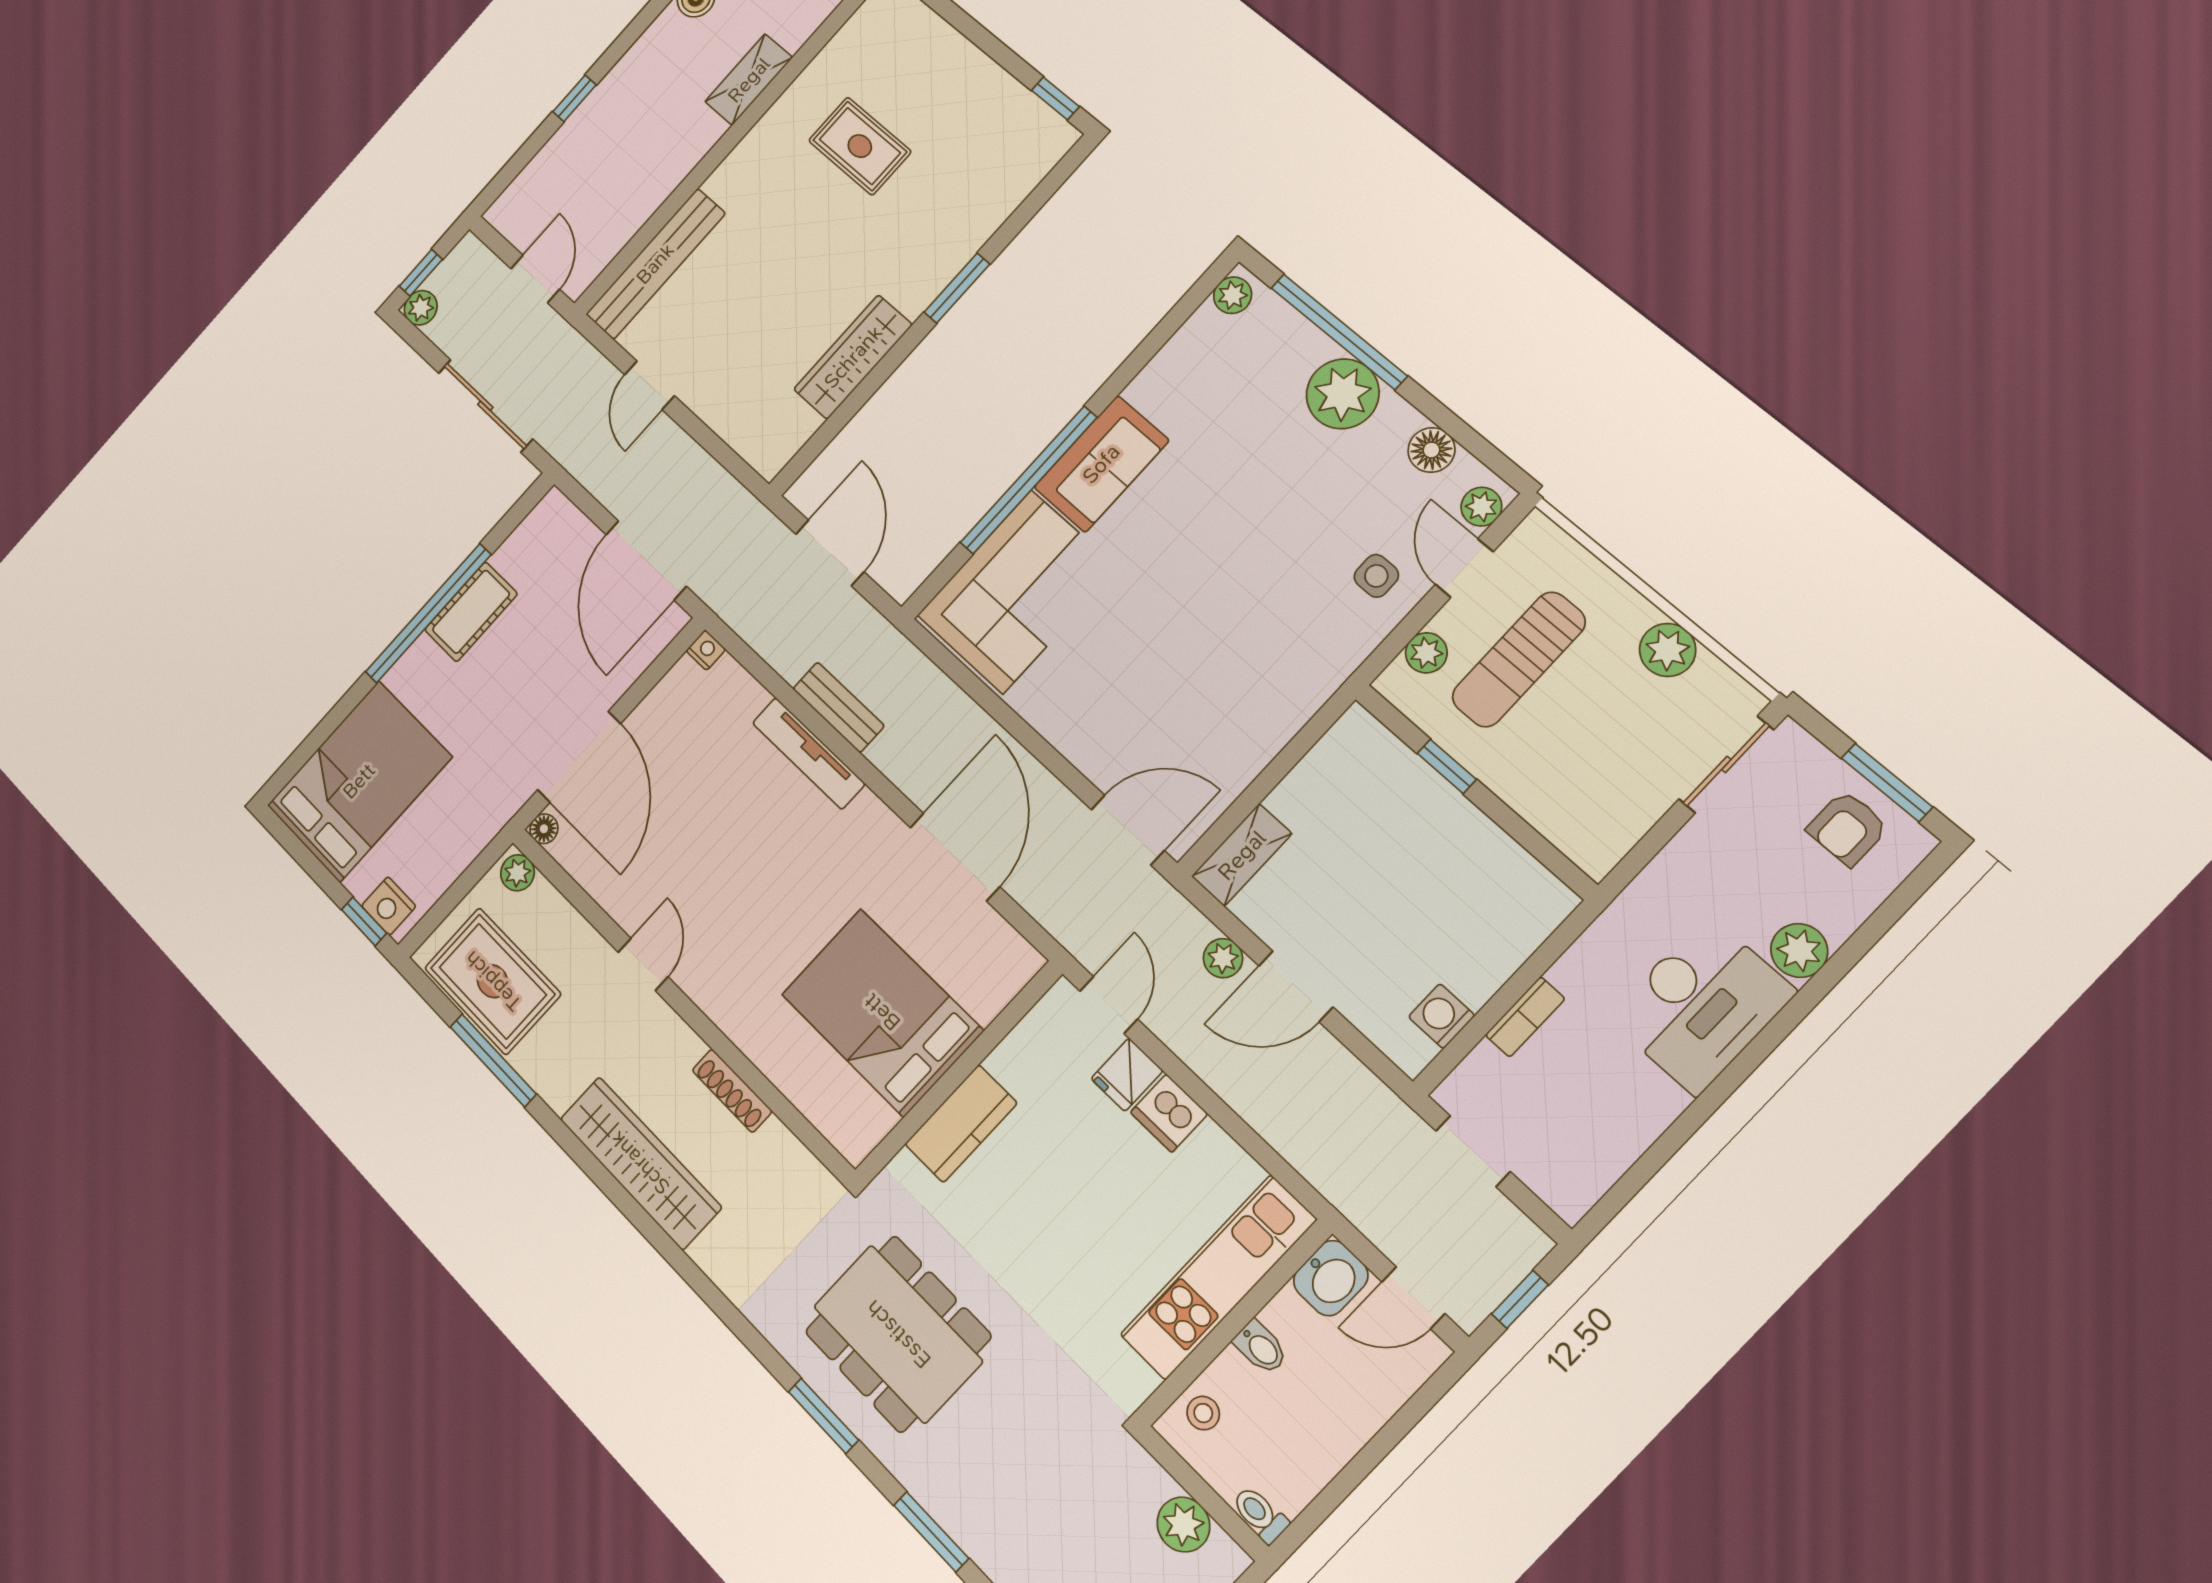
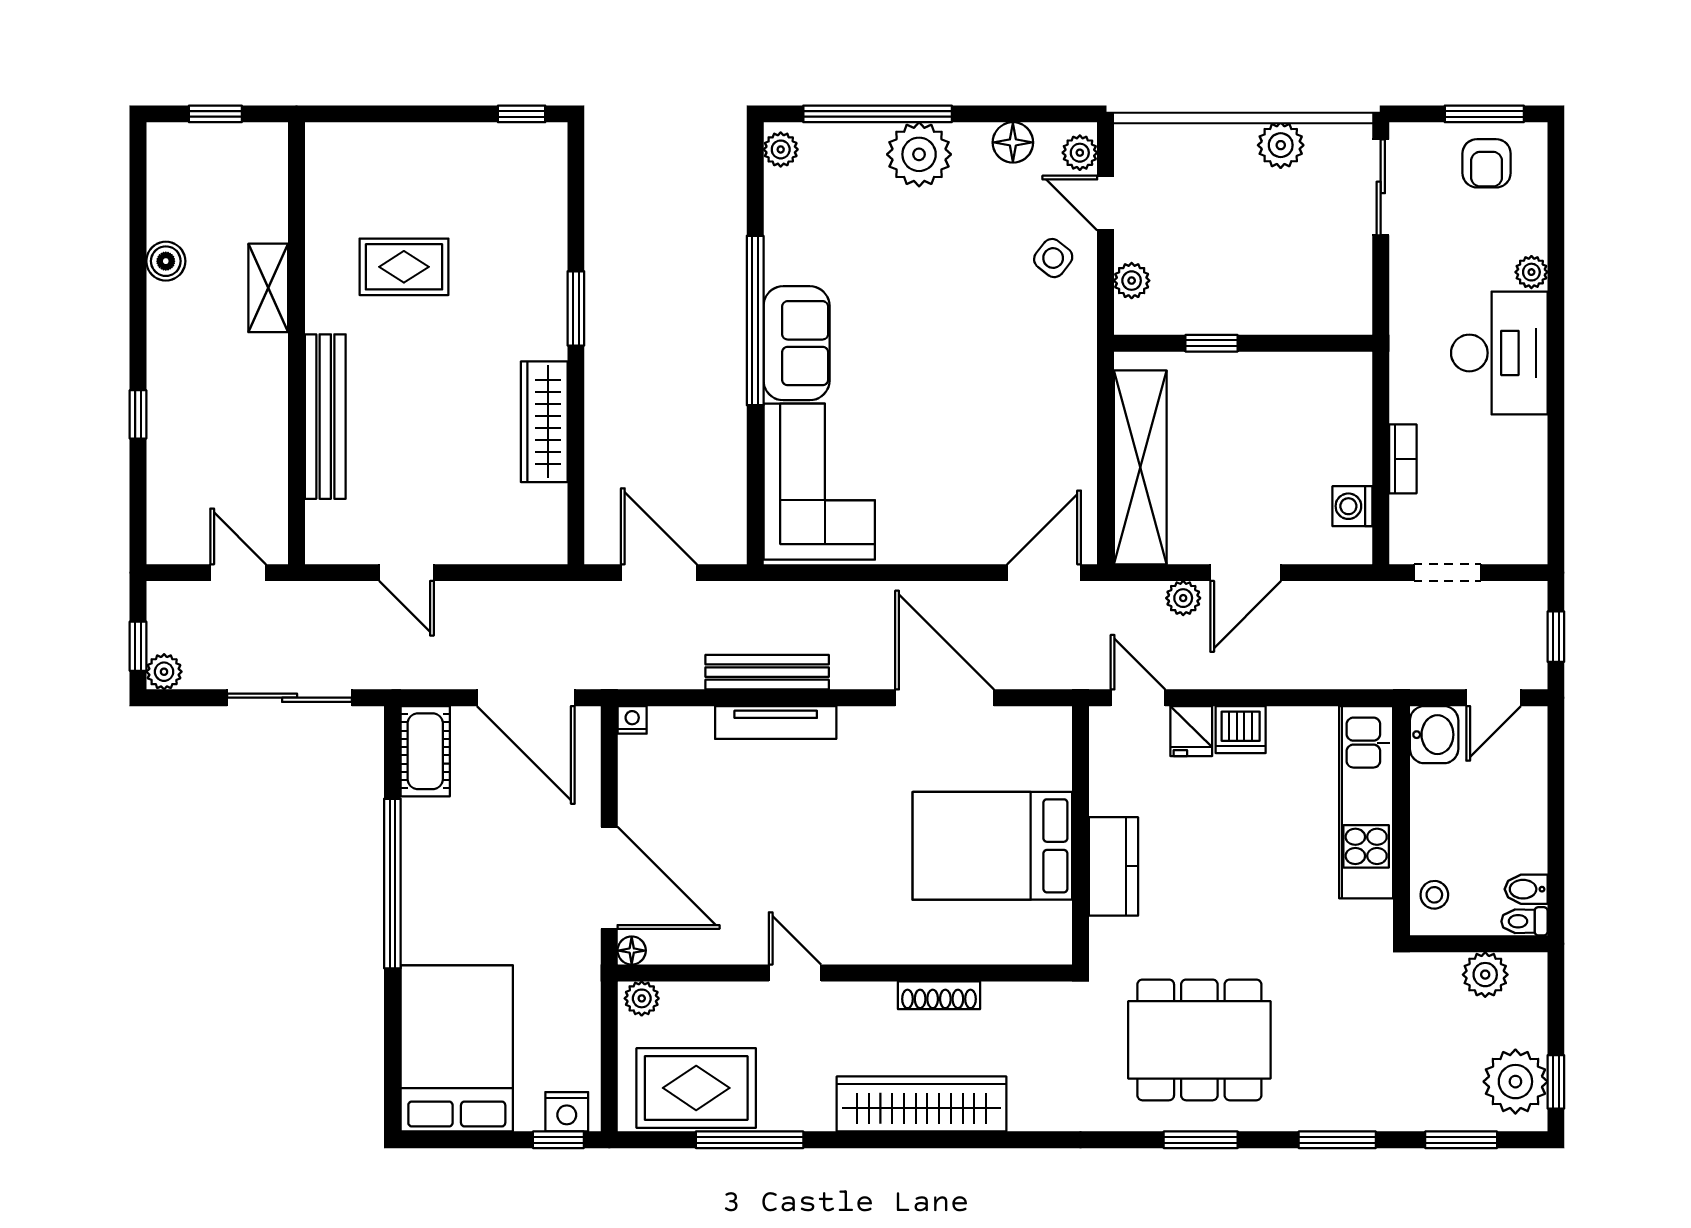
bench: (655, 264) -> (325, 417), moved
window: (1028, 480) -> (755, 320), moved
side table: (1376, 576) -> (1053, 258), turned 38
cot: (471, 612) -> (425, 751), moved
sun lounger: (1519, 660) -> (1194, 233), removed
bench: (839, 707) -> (767, 672), width x1.36
shelving: (1242, 855) -> (1140, 467), width x2.20, depth x1.33
plant: (1799, 950) -> (1531, 272), width x0.73, depth x0.73
bidet: (1261, 1347) -> (1526, 889), moved, turned 180

